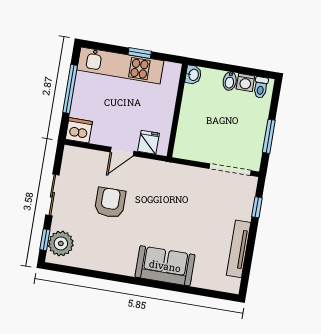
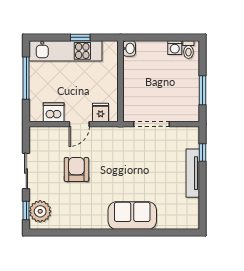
bidet: (230, 81) -> (161, 49), removed
dishwasher: (79, 130) -> (54, 112), moved
doorway: (230, 170) -> (152, 124), moved
tv unit: (239, 249) -> (193, 173), moved

